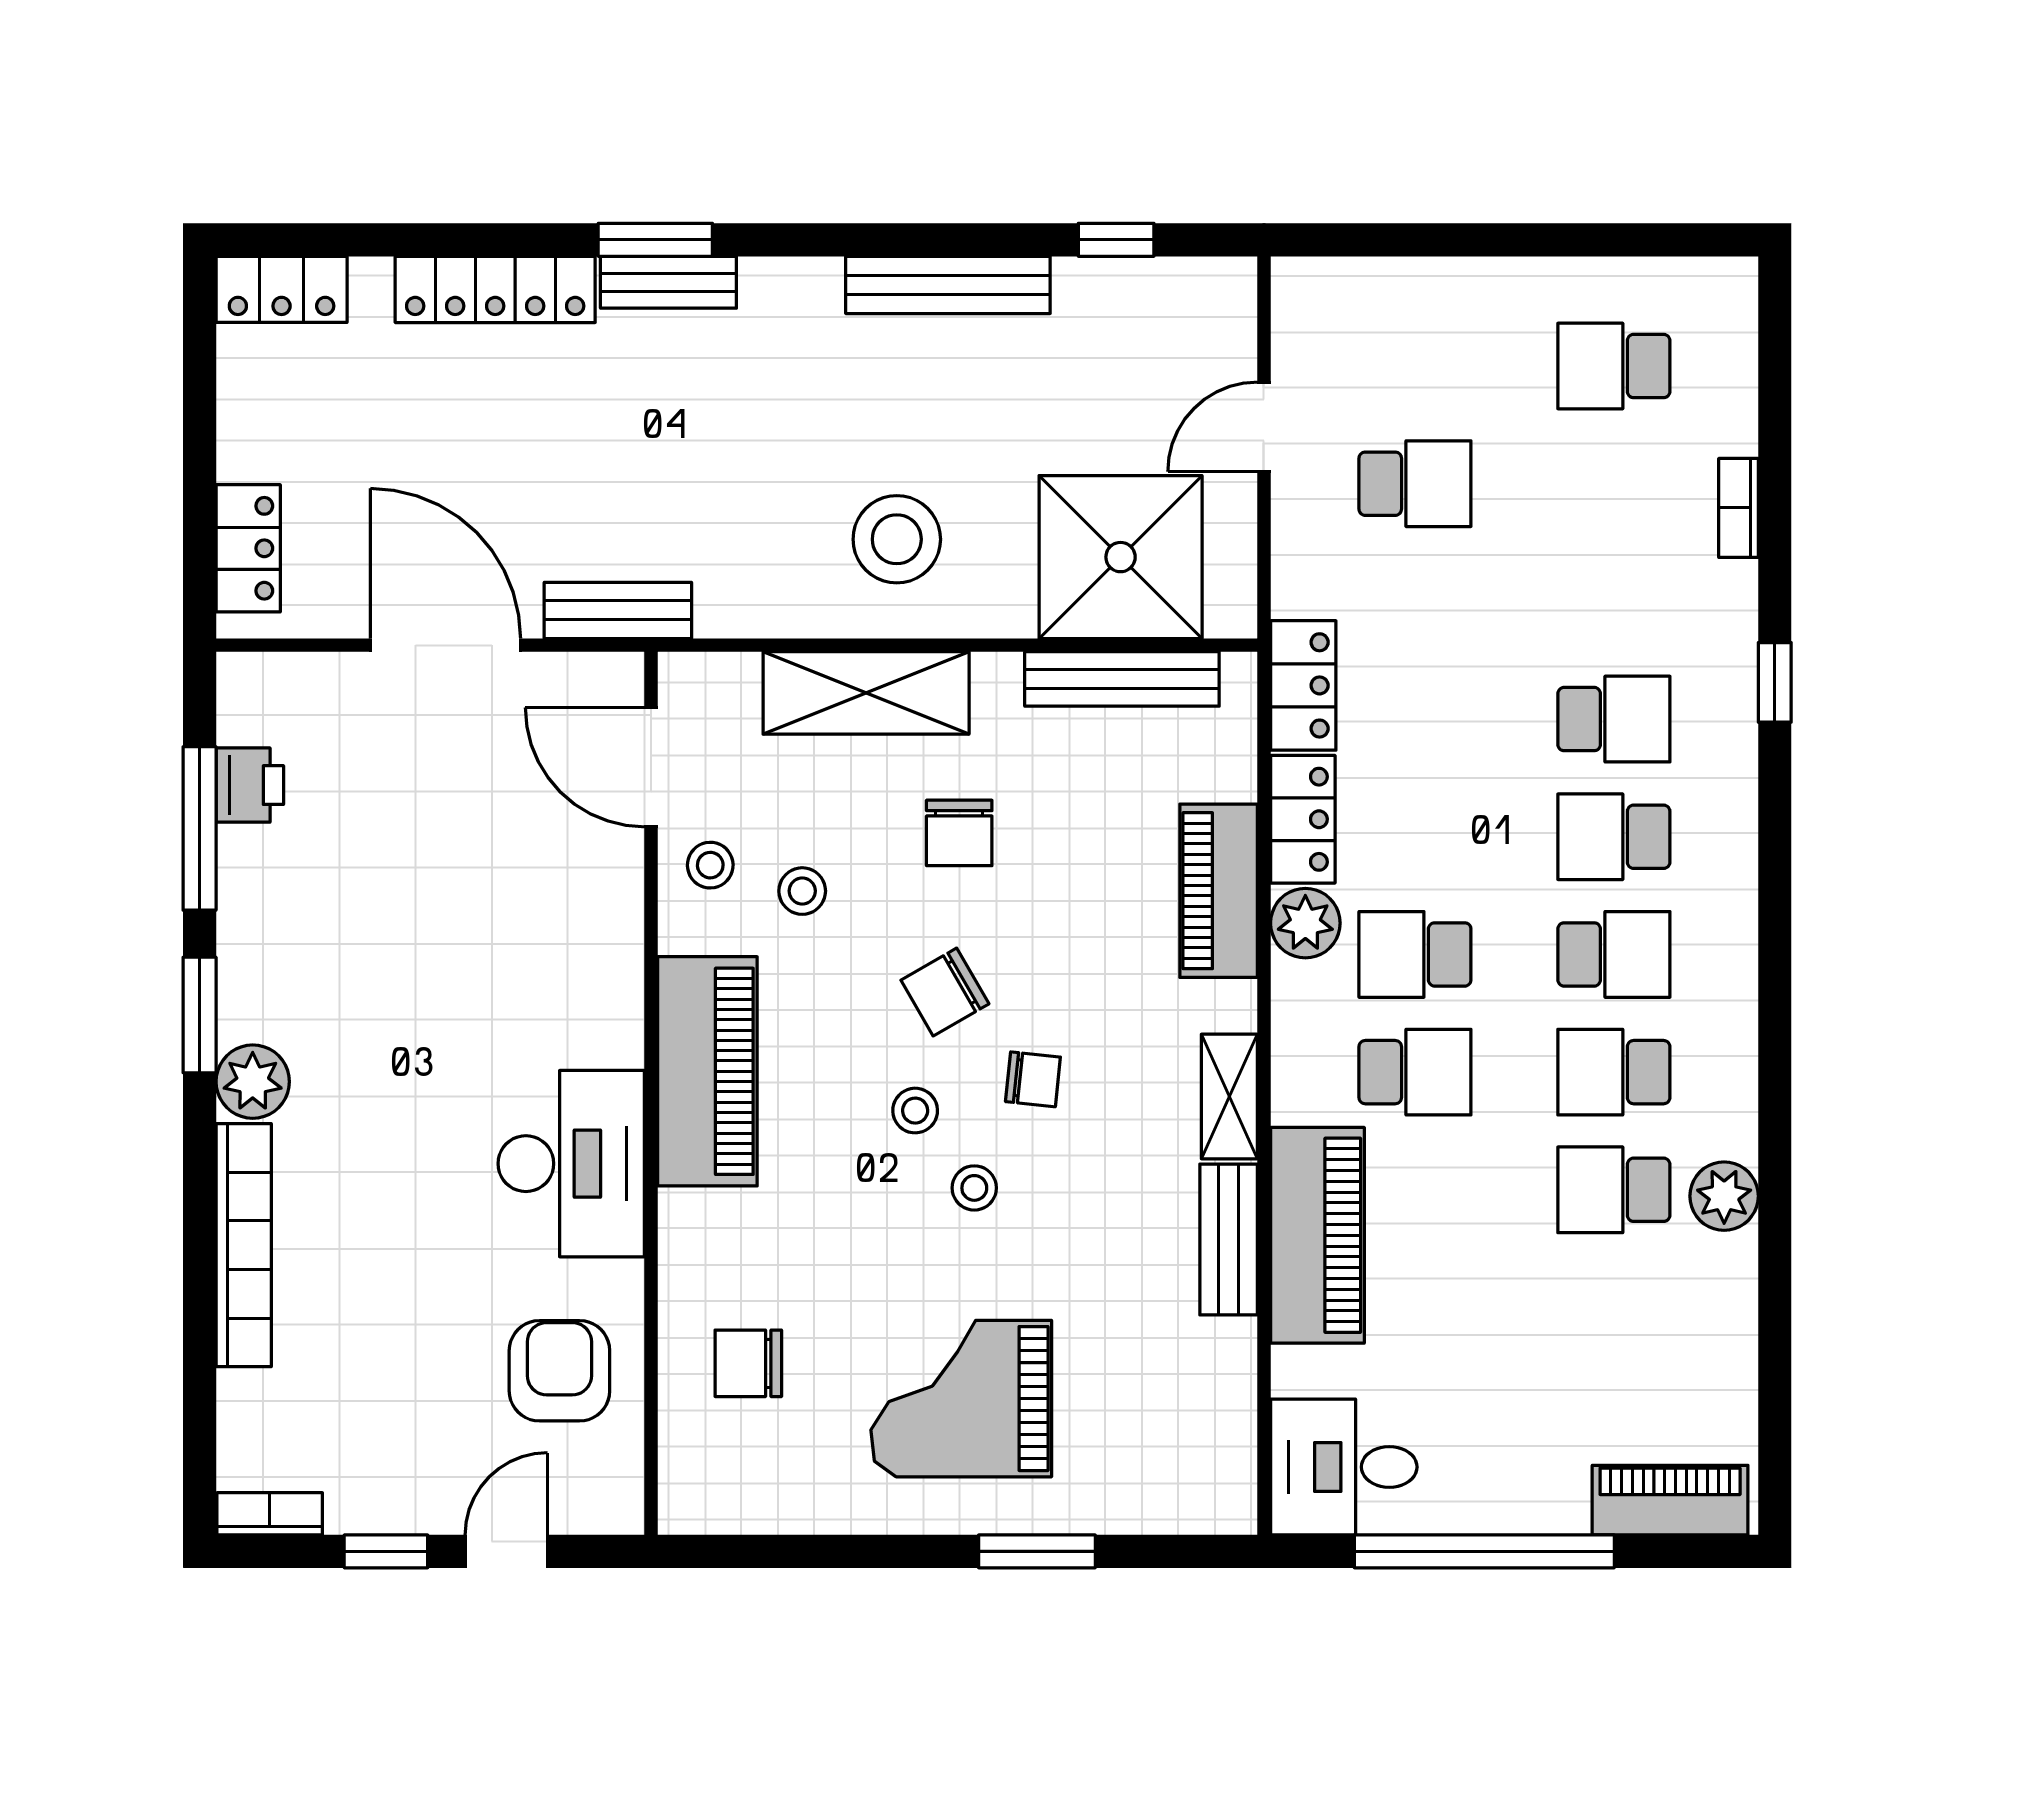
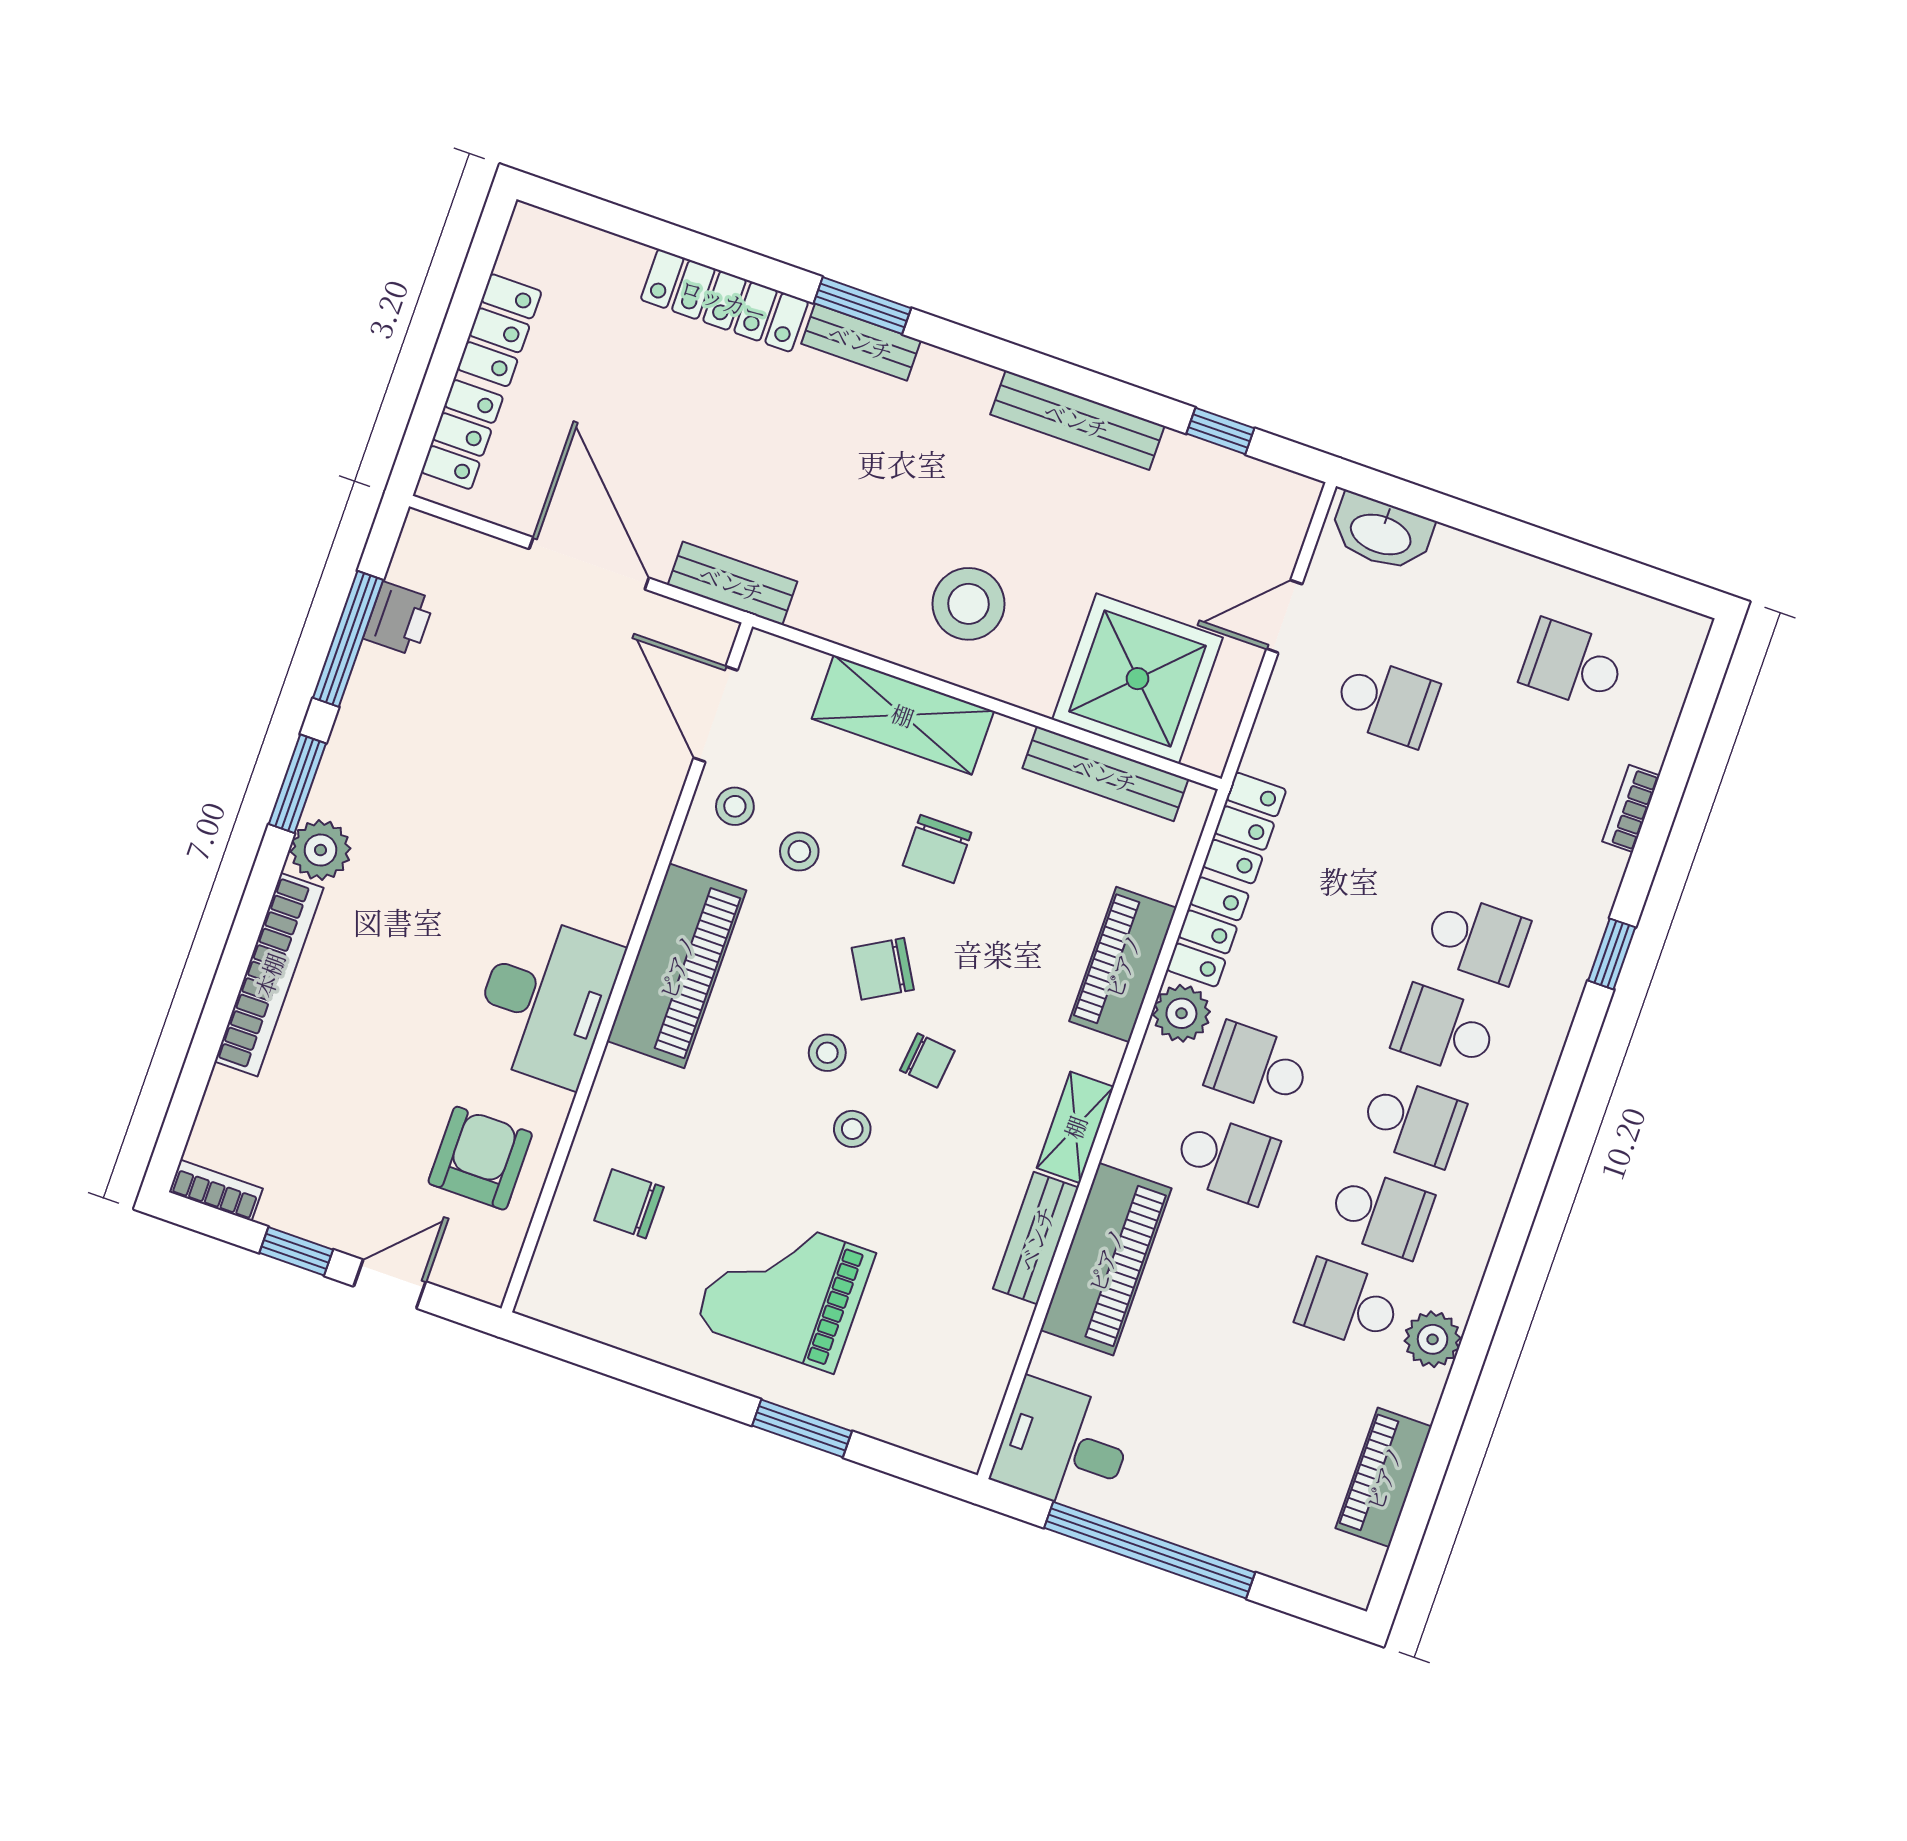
locker: (282, 289) -> (499, 330), moved, turned -90
washbasin: (1341, 292) -> (1381, 533), added
school desk: (1614, 1072) -> (1381, 1213), turned 180
piano: (1670, 1500) -> (1384, 1477), moved, turned -90

